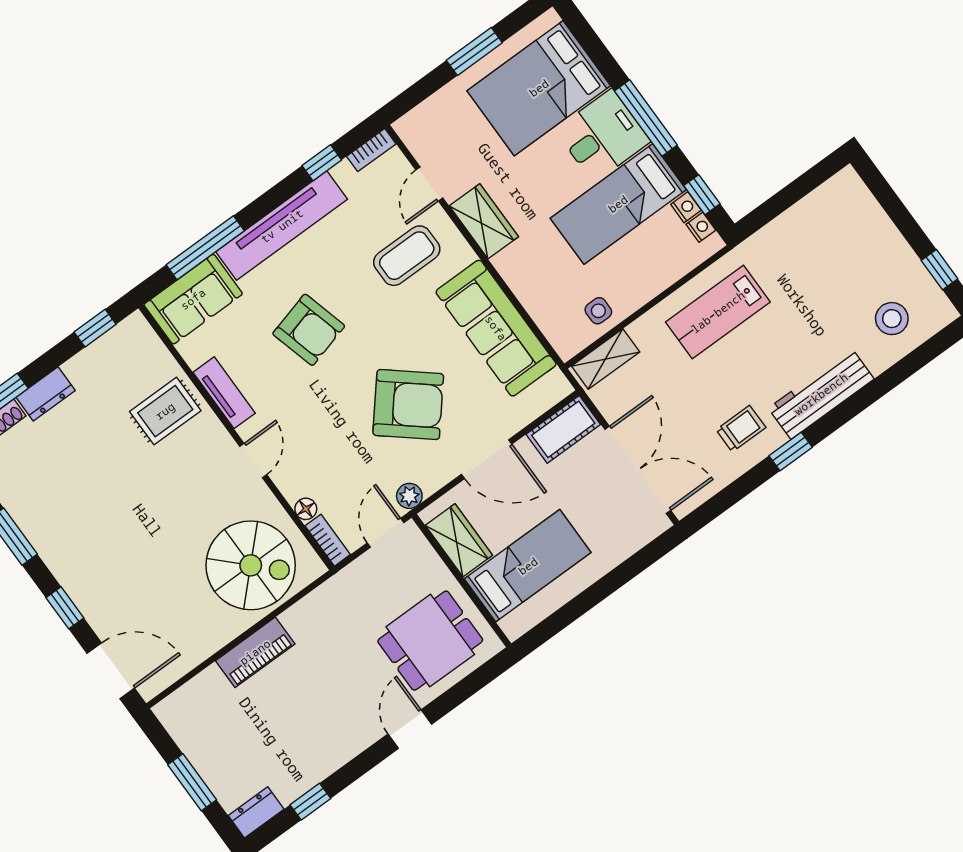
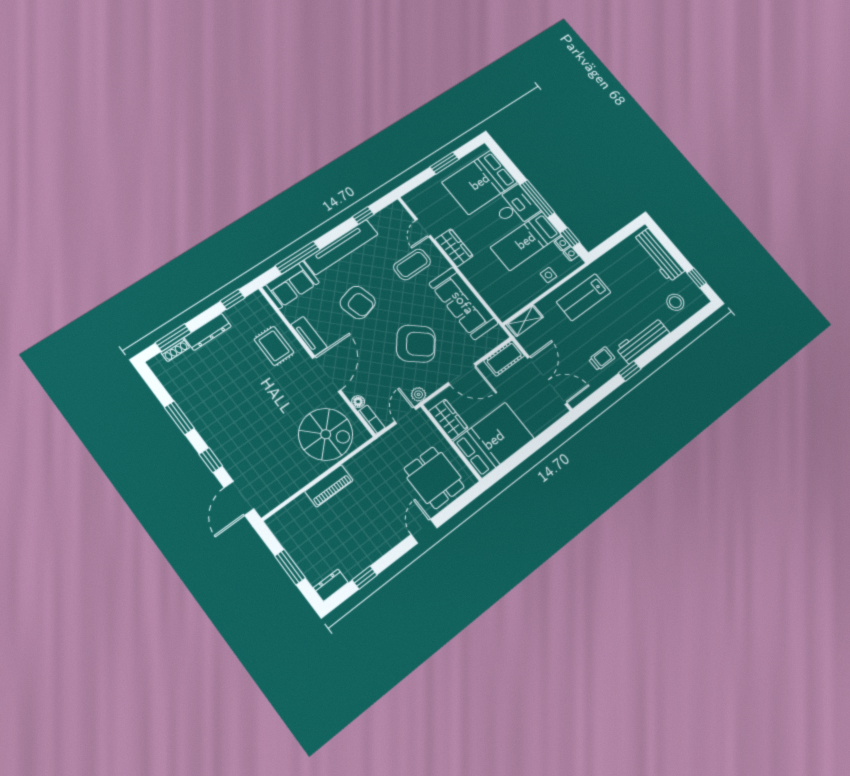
bookcase: (371, 150) -> (390, 210), removed
workbench: (871, 225) -> (659, 255), added
side table: (598, 311) -> (548, 275), moved
dresser: (46, 394) -> (208, 332), width x1.44
rug: (165, 411) -> (274, 346), turned 90
door: (253, 461) -> (327, 374), width x1.88
bed: (528, 566) -> (494, 440), width x1.50
dining table: (430, 641) -> (434, 478), turned 90
door: (111, 671) -> (239, 498), swing flipped

